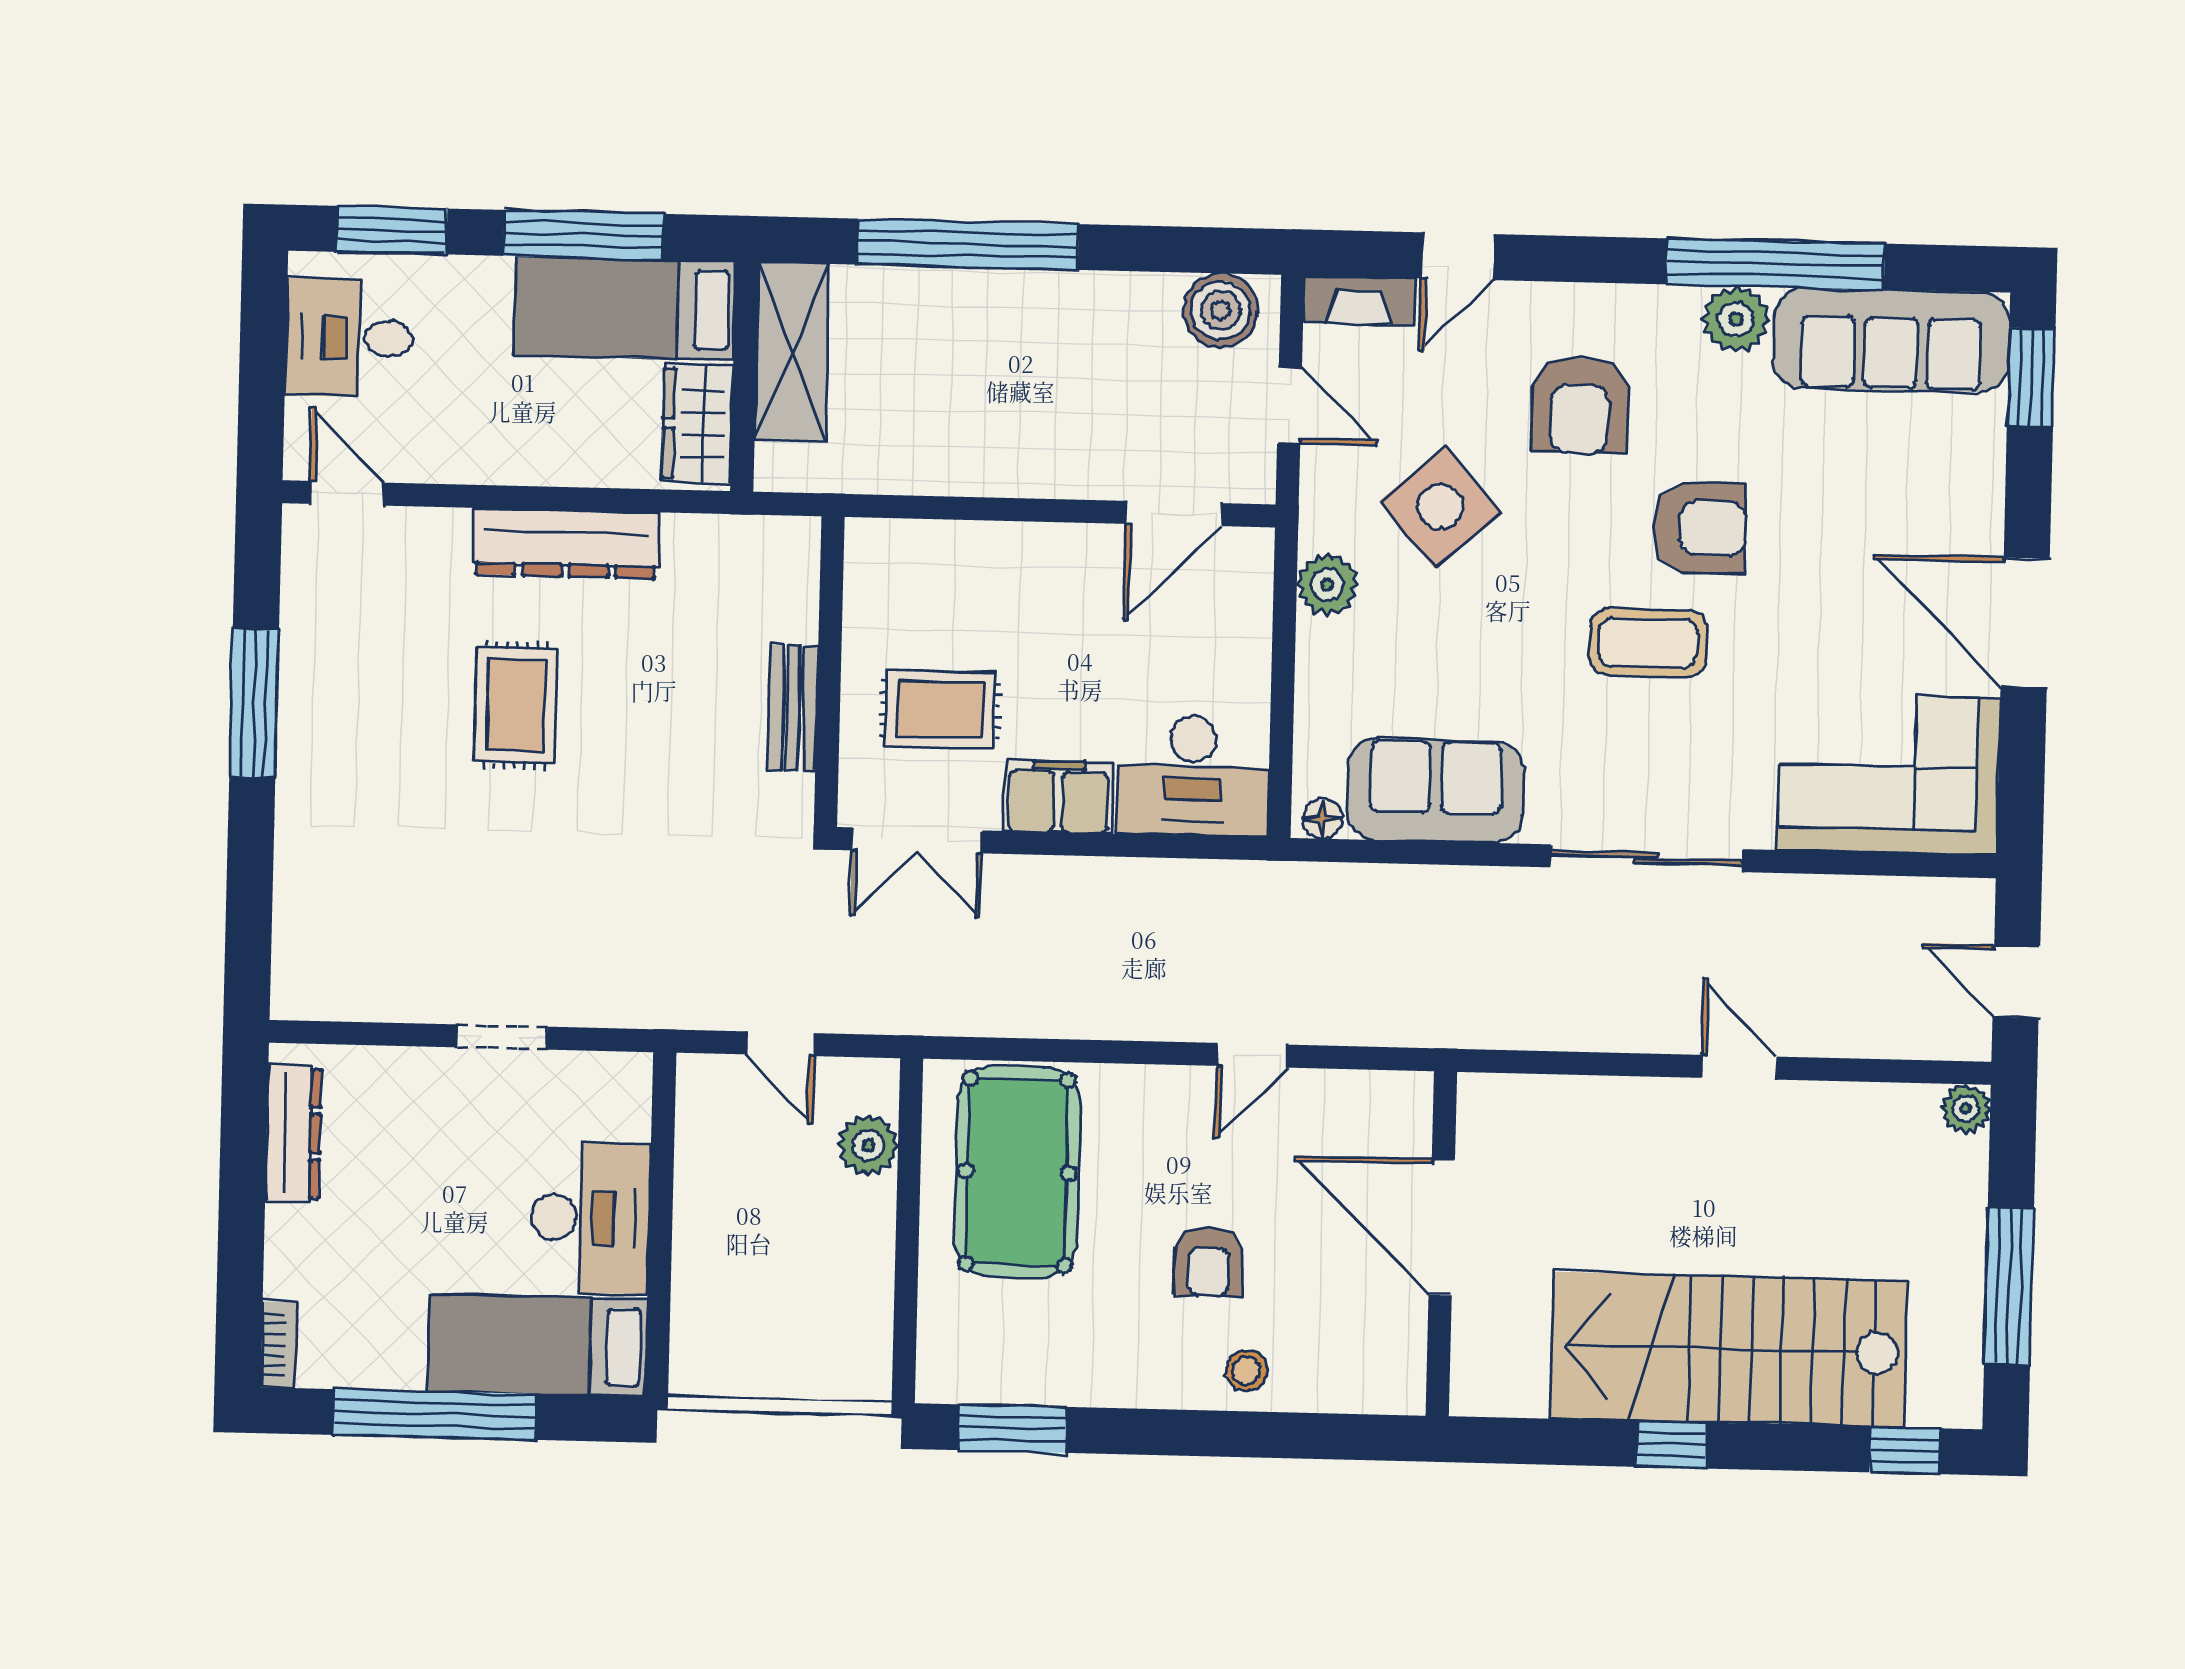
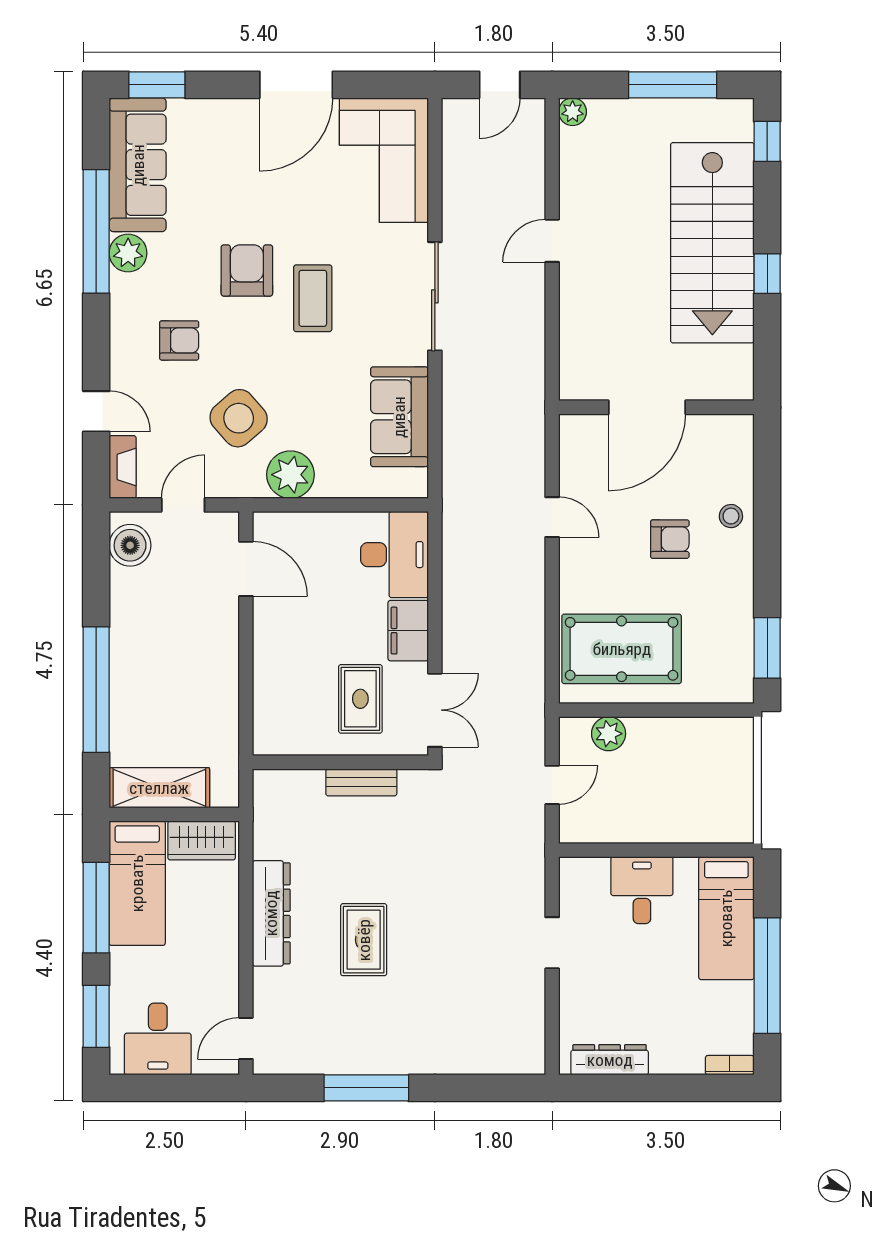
armchair: (1580, 406) -> (179, 340), width x0.72, depth x0.72
plant: (1327, 585) -> (290, 475), width x1.36, depth x1.36
rug: (516, 705) -> (364, 940), turned 90
floor lamp: (1322, 819) -> (417, 481), removed
desk: (590, 1218) -> (642, 890), width x0.73

